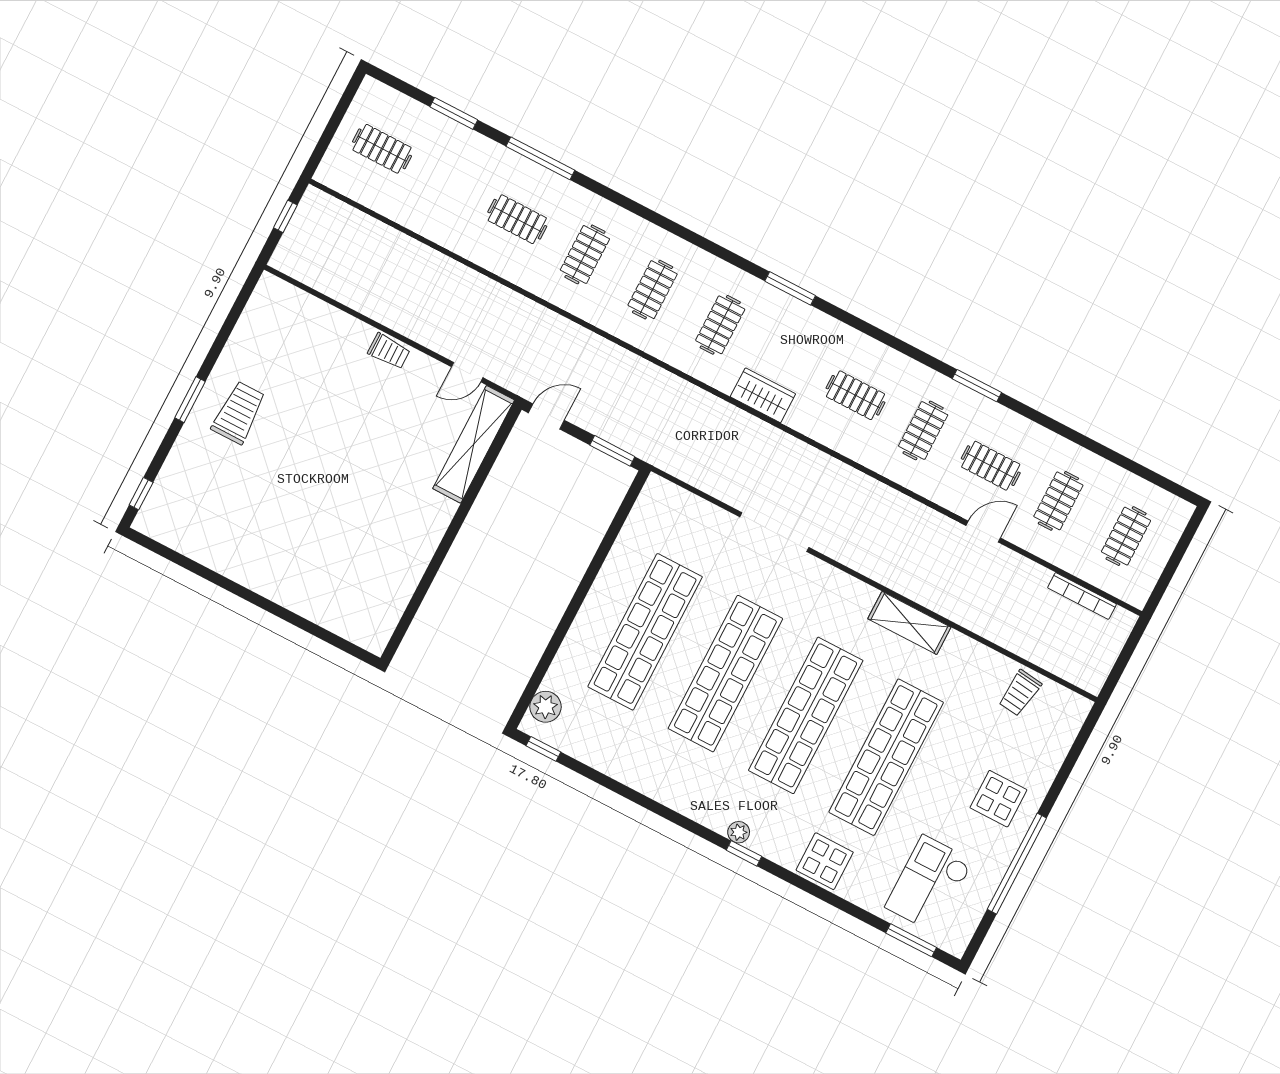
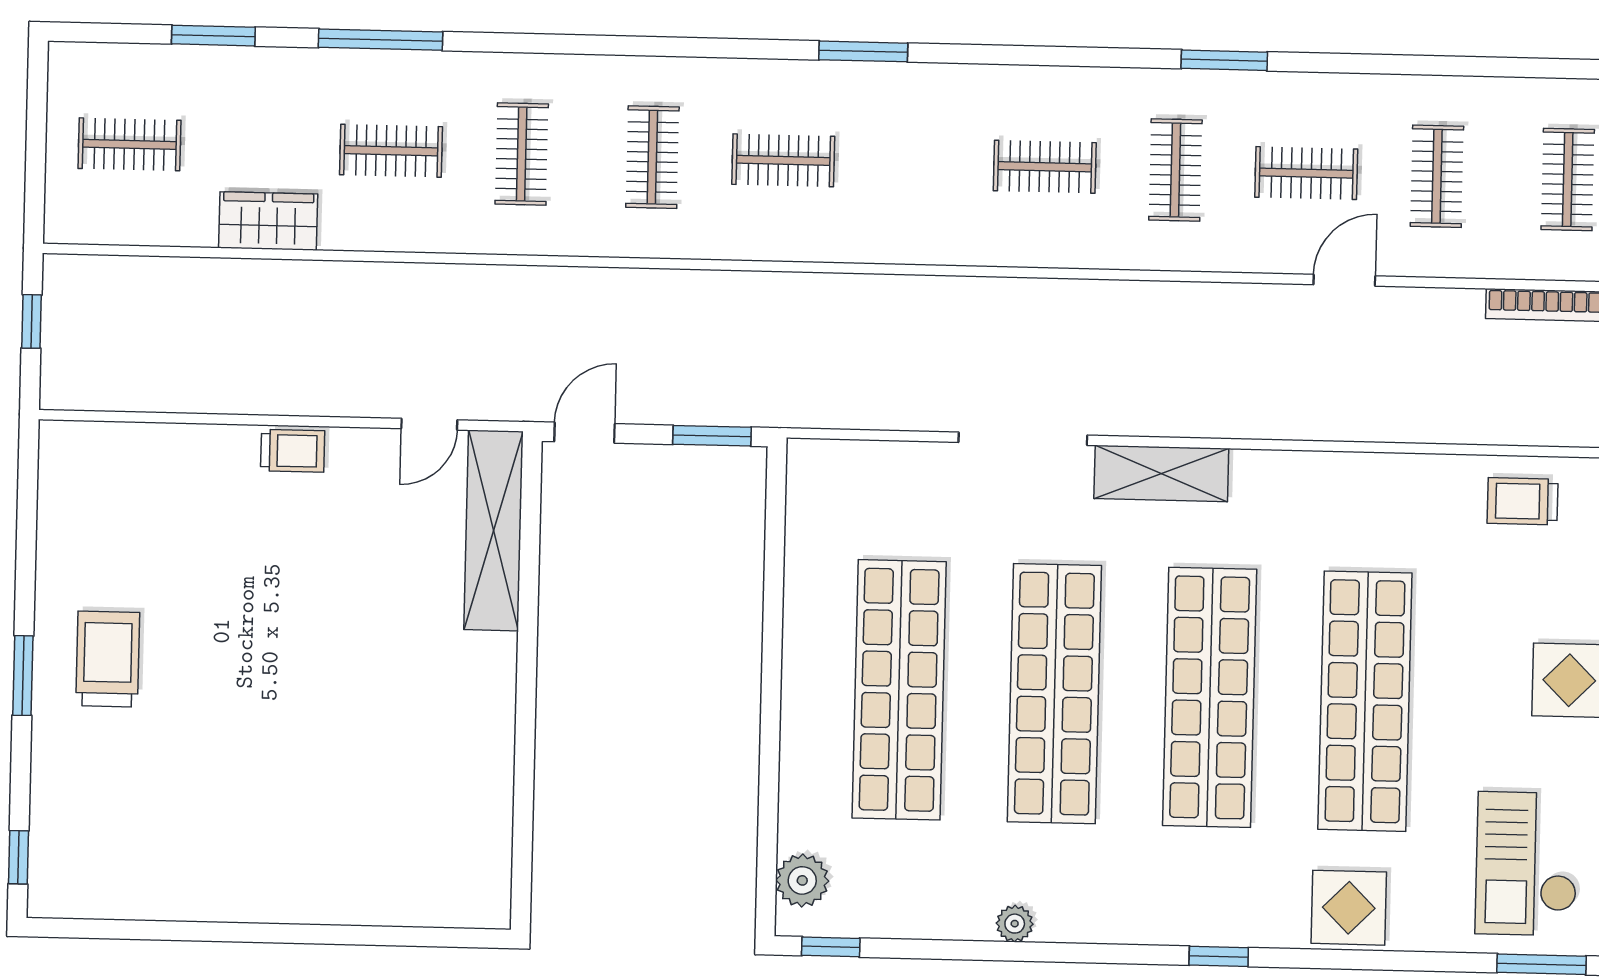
clothes rail: (720, 325) -> (783, 160), turned 90
wardrobe: (763, 395) -> (268, 221), moved
shelving: (909, 623) -> (1161, 473), moved
trolley: (1020, 693) -> (1523, 501), turned 83
plant: (739, 832) -> (1015, 924), moved

